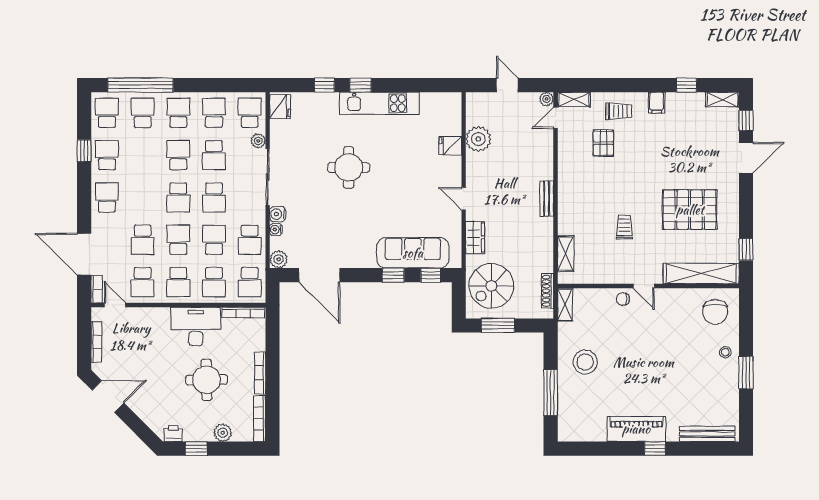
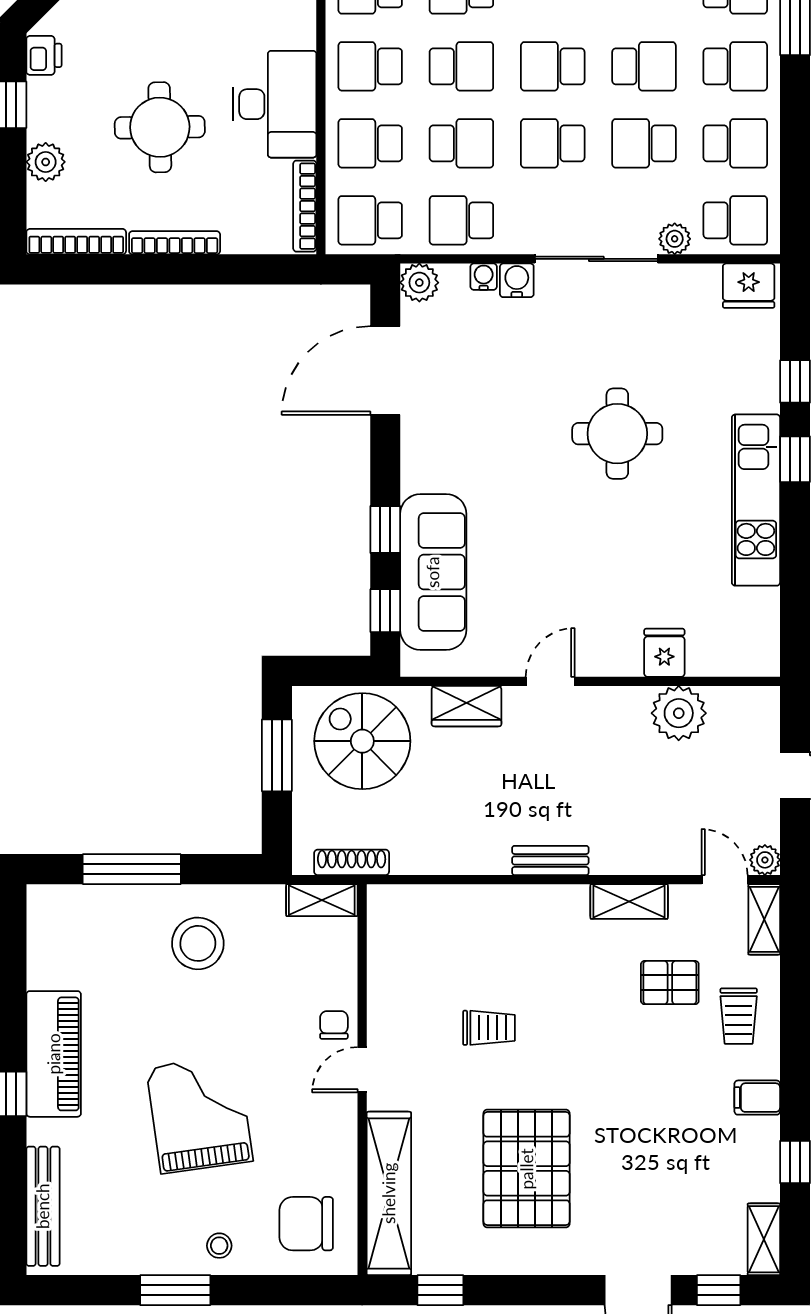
shelving: (566, 254) -> (629, 901), moved
grand piano: (664, 361) -> (200, 1114), added

